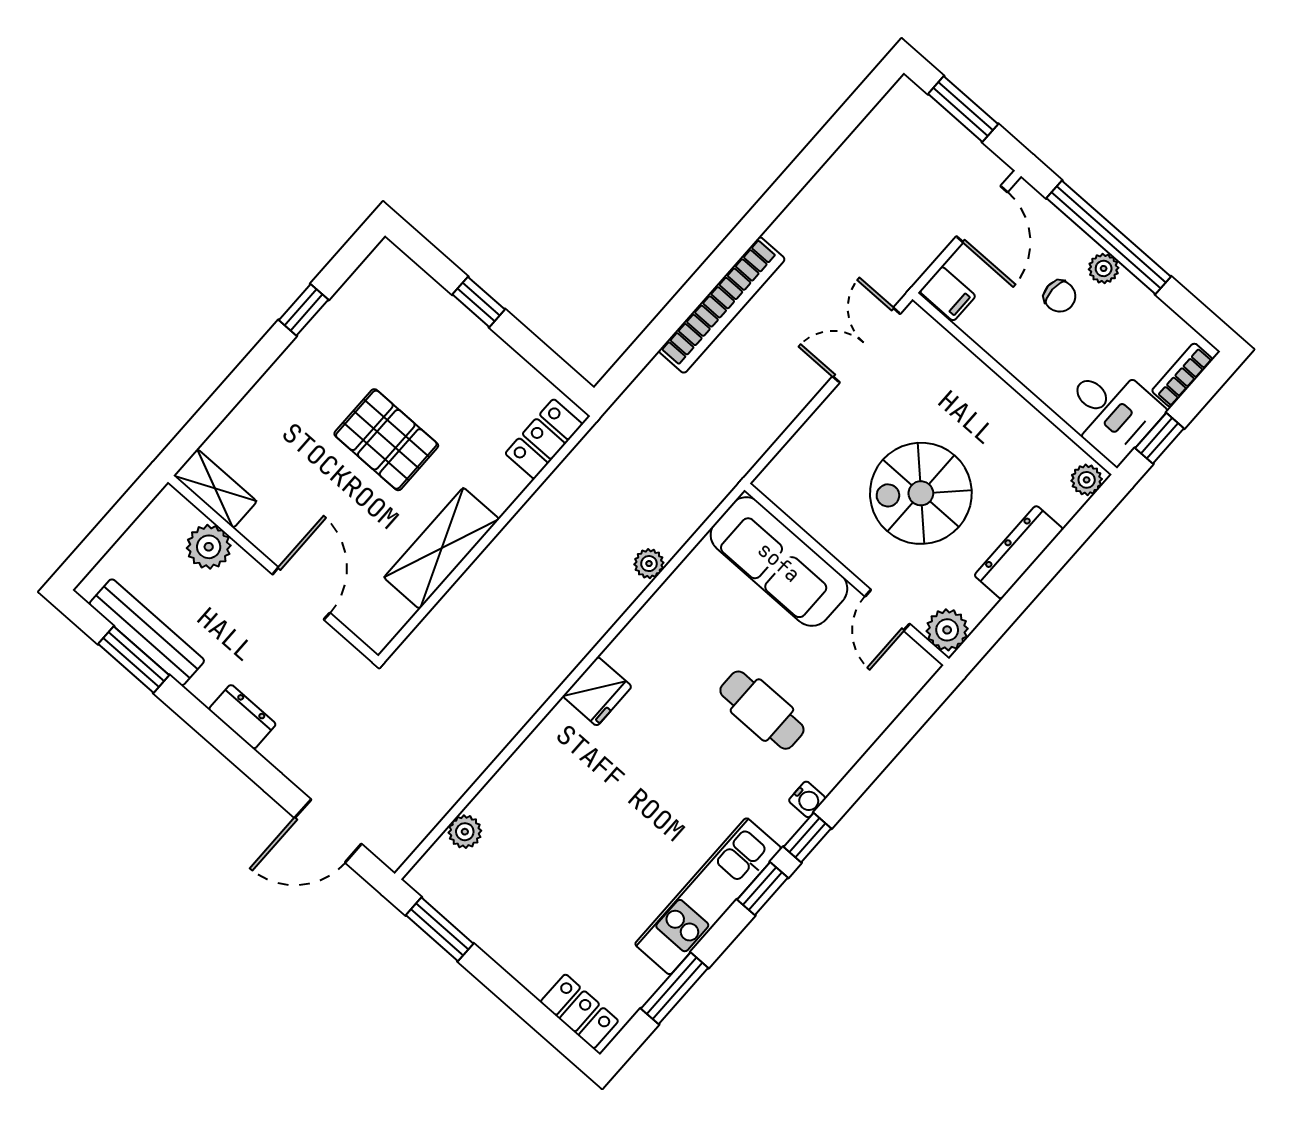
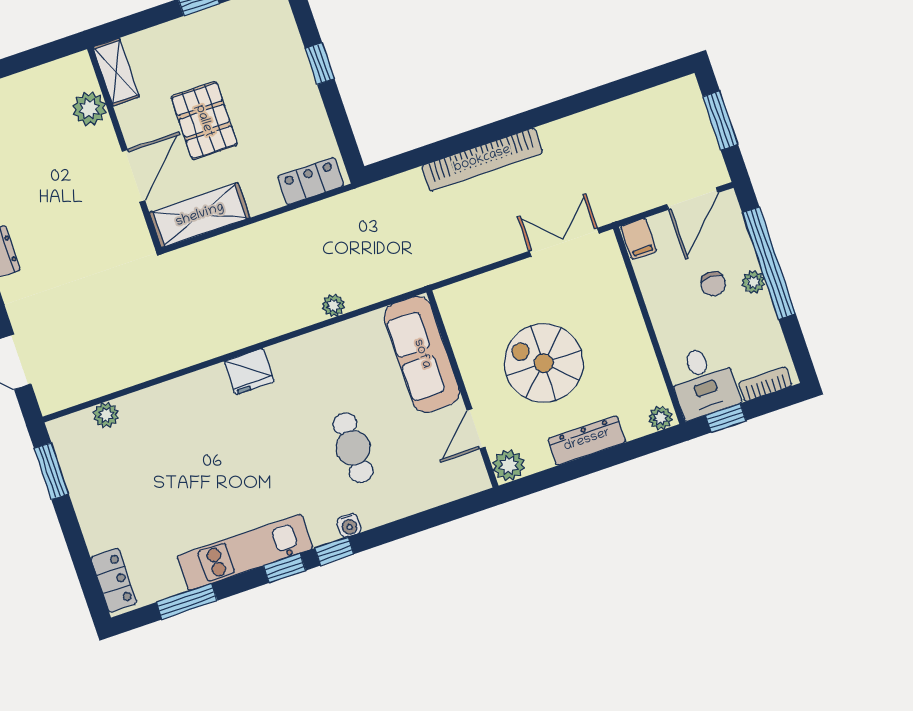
shelving: (215, 489) -> (116, 72), moved
plant: (209, 547) -> (89, 109), moved
wall: (273, 569) -> (124, 148), moved
door: (301, 594) -> (134, 176), moved

